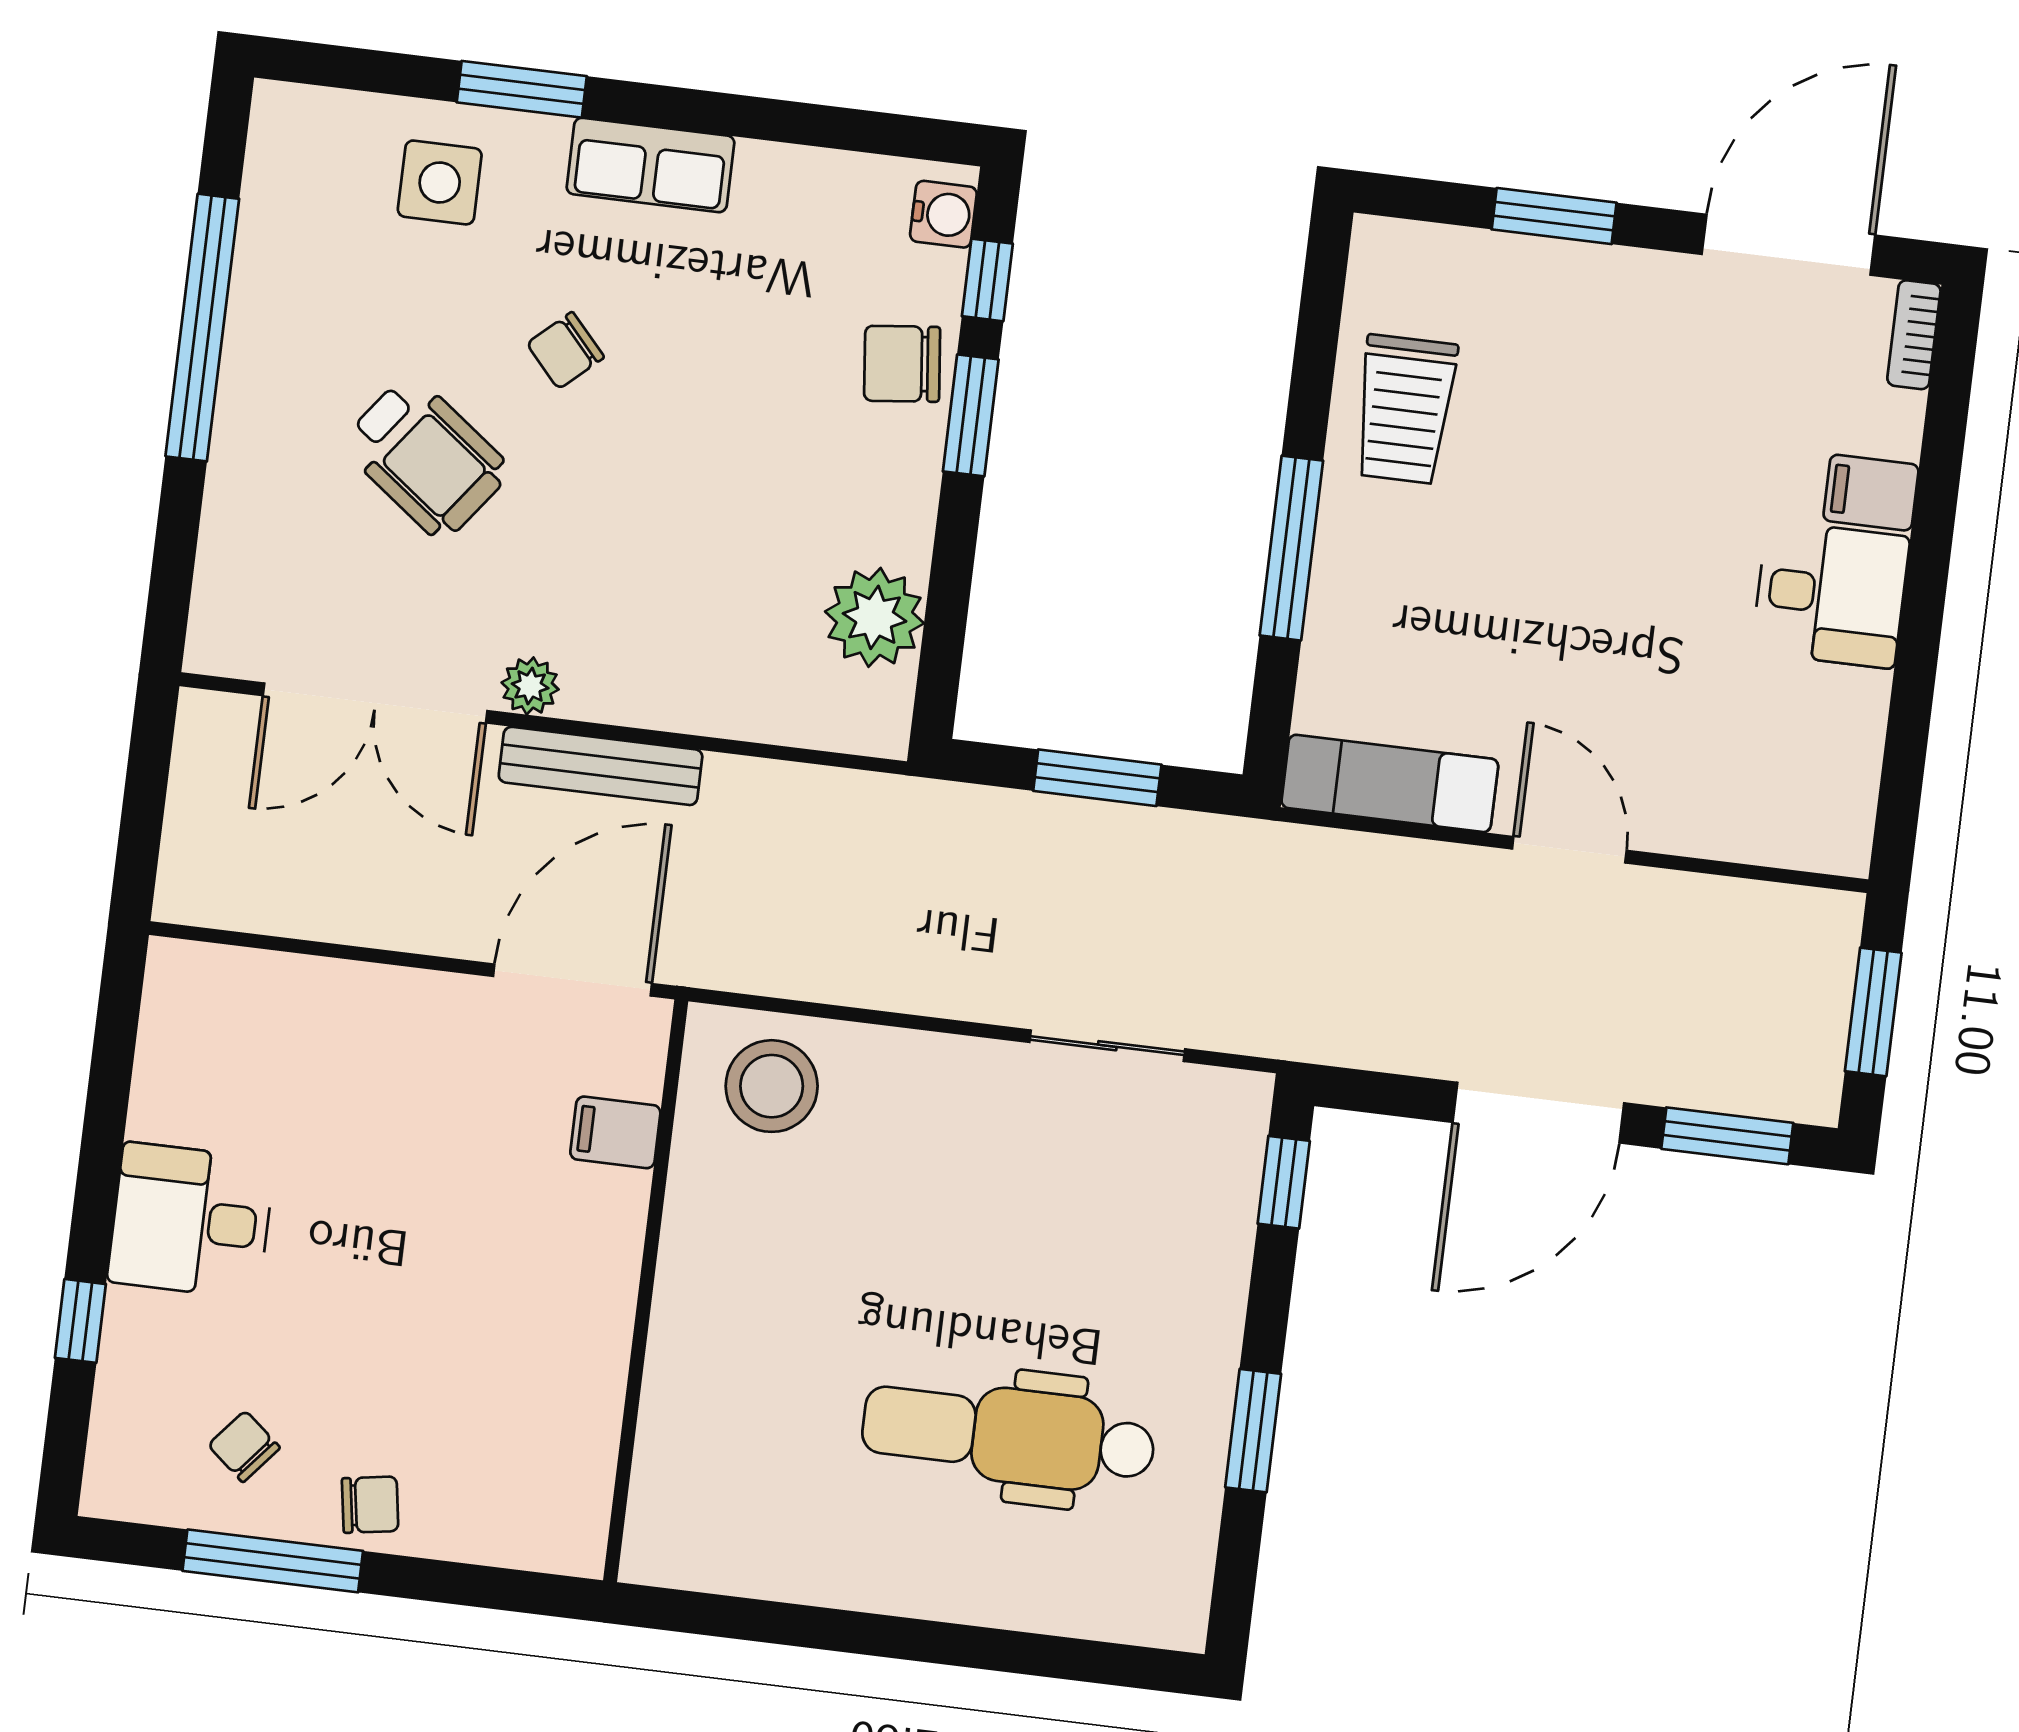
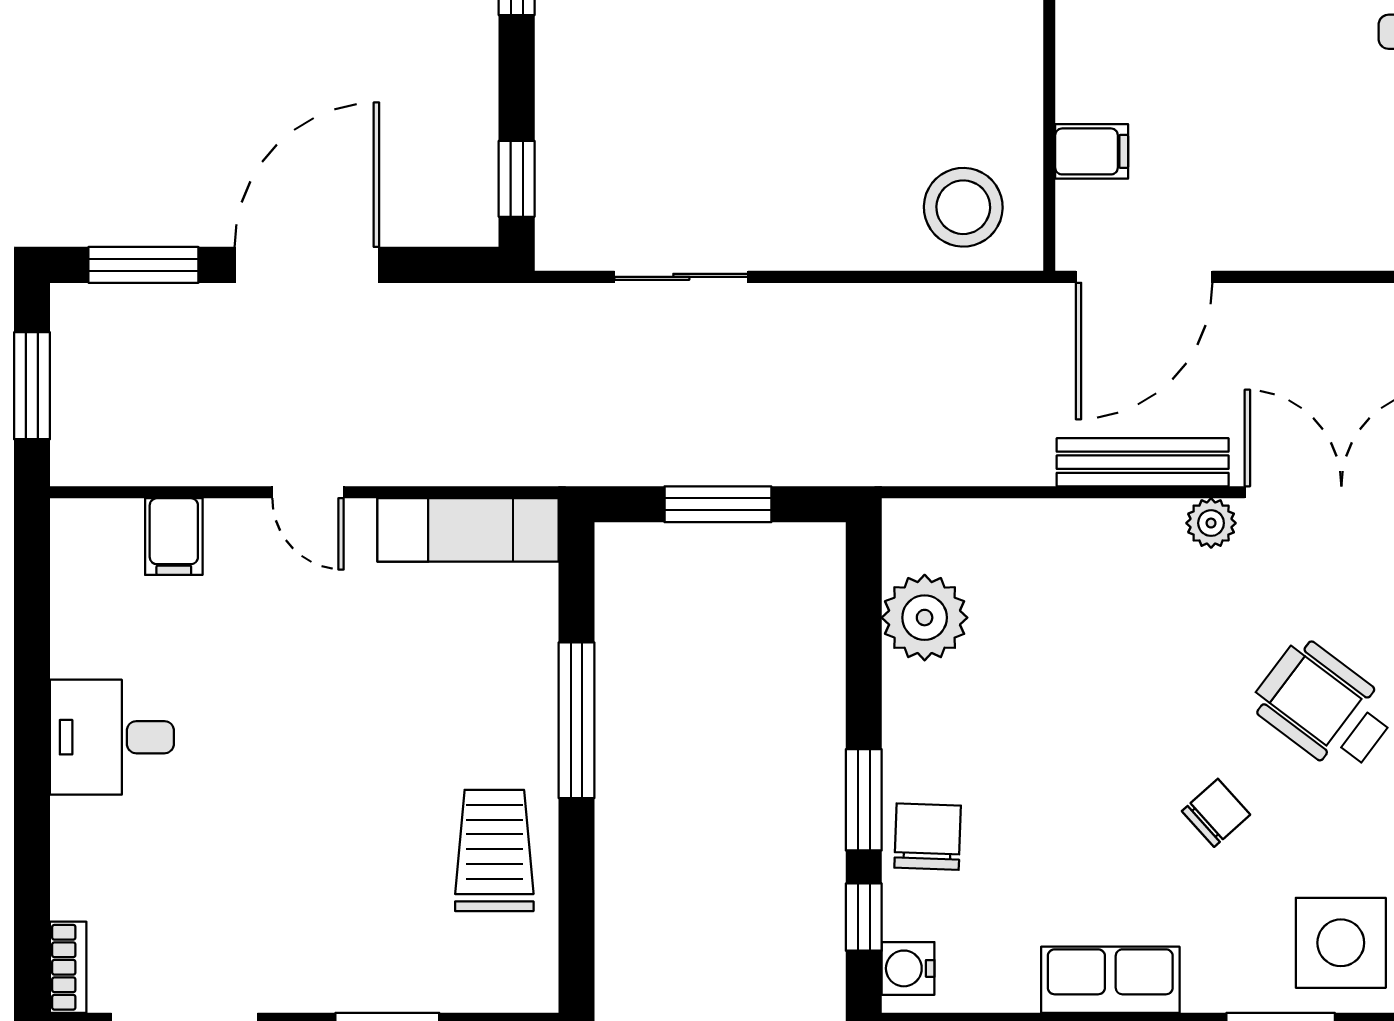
row of seats: (651, 165) -> (1110, 980), moved
side table: (440, 182) -> (1341, 943), width x1.37, depth x1.37
chair: (902, 364) -> (928, 837), turned -82
filing cabinet: (1871, 493) -> (174, 537), moved, turned 90
door: (1569, 850) -> (308, 492), width x0.73

